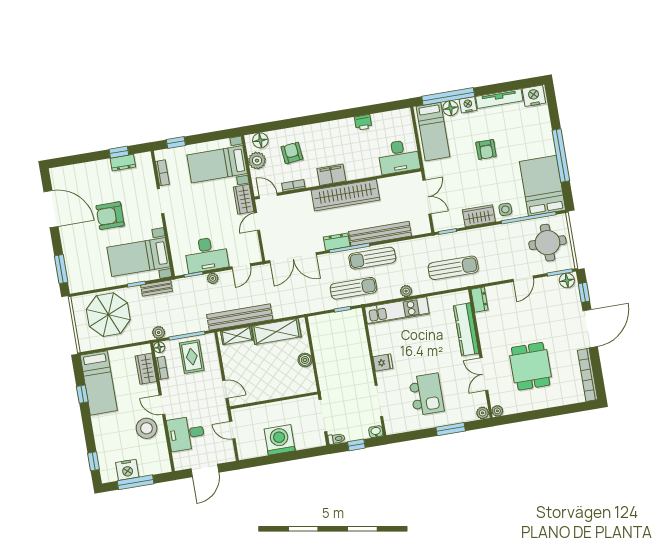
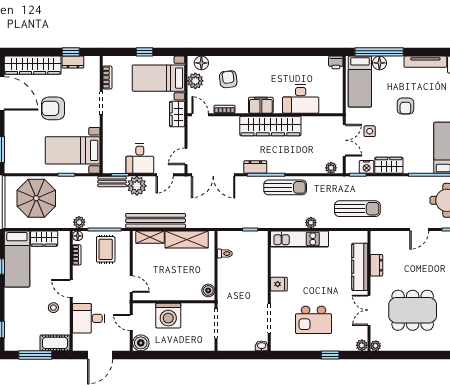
nightstand: (468, 105) -> (367, 167), moved, turned 180
printer: (363, 122) -> (336, 62), moved
window: (176, 142) -> (145, 52), moved
desk: (399, 157) -> (301, 99), moved
wardrobe: (80, 173) -> (33, 65), added
side table: (505, 209) -> (370, 131), moved
door: (257, 222) -> (186, 156), moved
plant: (418, 229) -> (331, 168), added
bench: (380, 234) -> (296, 166), removed
desk: (206, 255) -> (140, 159), width x0.73
sun lounger: (372, 258) -> (285, 187), turned 180
plant: (213, 278) -> (137, 186), width x1.88, depth x1.88
bench: (157, 288) -> (112, 182), moved
sun lounger: (353, 288) -> (263, 212), removed
dresser: (480, 300) -> (376, 265), moved
boiler: (305, 360) -> (208, 290), moved
dining table: (531, 366) -> (413, 310), width x1.38
wardrobe: (146, 369) -> (44, 239), moved, turned -90
kitchen island: (426, 394) -> (313, 320), turned 90
stool: (147, 428) -> (53, 308), width x0.53, depth x0.53
window: (451, 429) -> (330, 355), width x0.67
toilet: (336, 439) -> (225, 254), moved
washing machine: (280, 440) -> (168, 316), moved, turned 180
window: (356, 445) -> (242, 355), removed
boiler: (246, 450) -> (141, 343), added
cot: (155, 466) -> (55, 343), added
nightstand: (127, 470) -> (30, 342), removed

